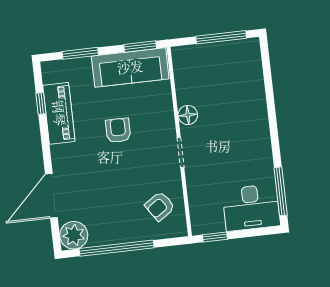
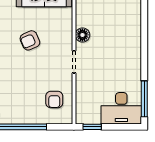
armchair: (118, 130) -> (30, 40), turned -114
armchair: (160, 206) -> (54, 100), turned -56

